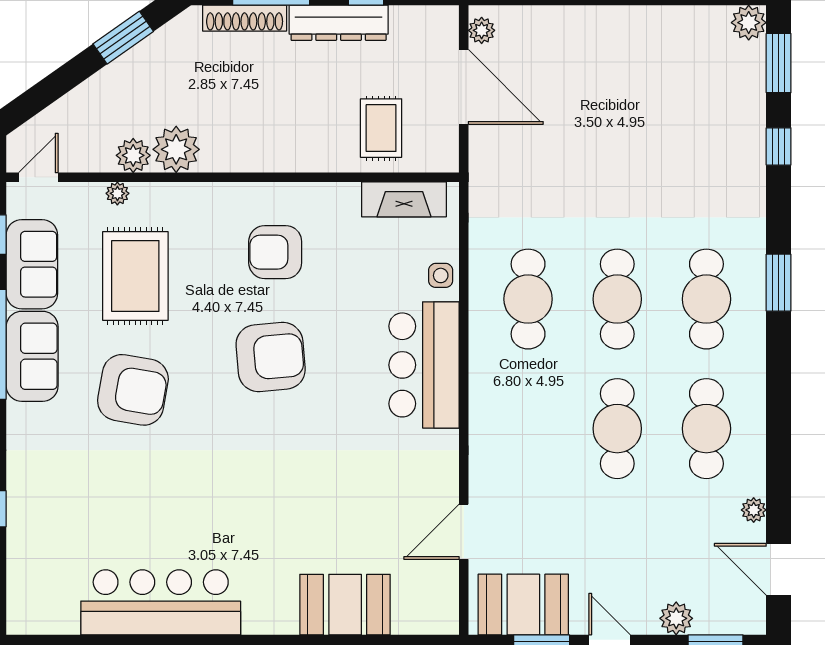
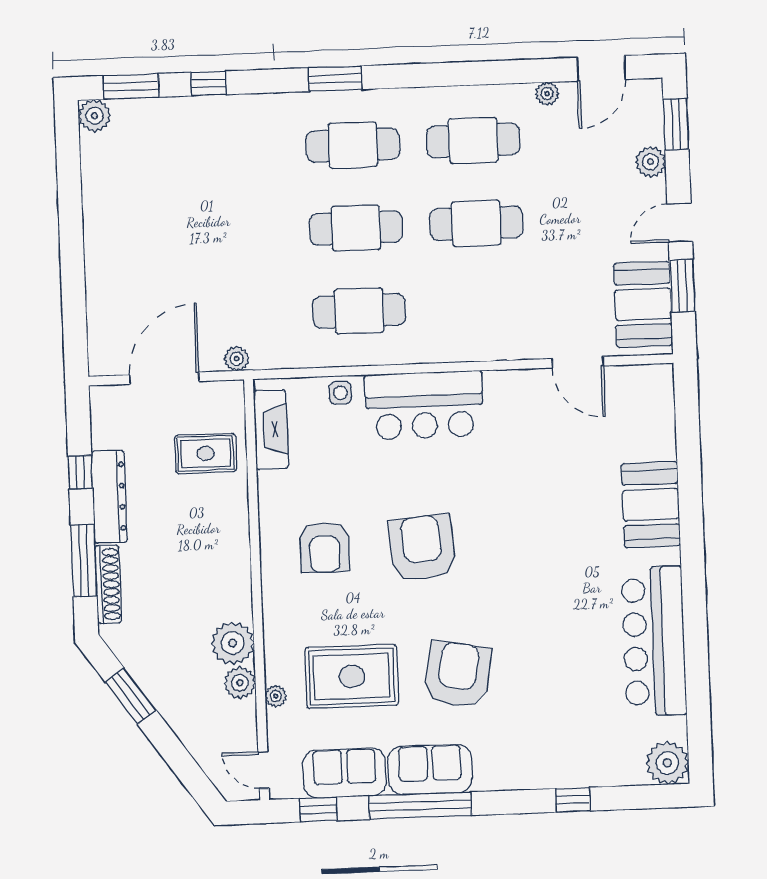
plant: (482, 30) -> (237, 359), moved
booth: (345, 605) -> (651, 505), moved
plant: (29, 612) -> (667, 763), added

